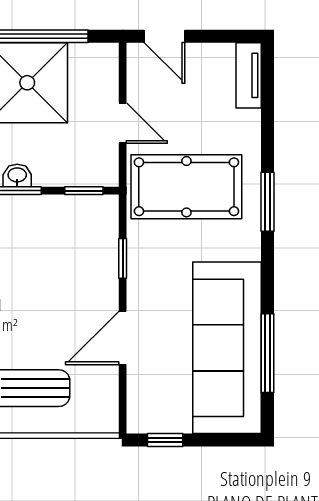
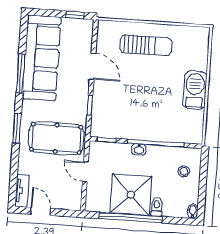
door: (164, 36) -> (41, 211), moved
door: (123, 338) -> (93, 66), hinge flipped
window: (268, 353) -> (21, 74), moved

